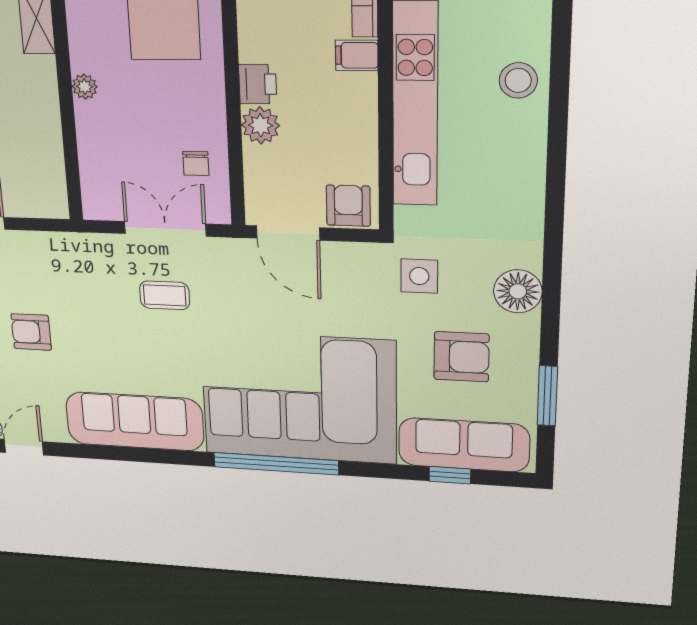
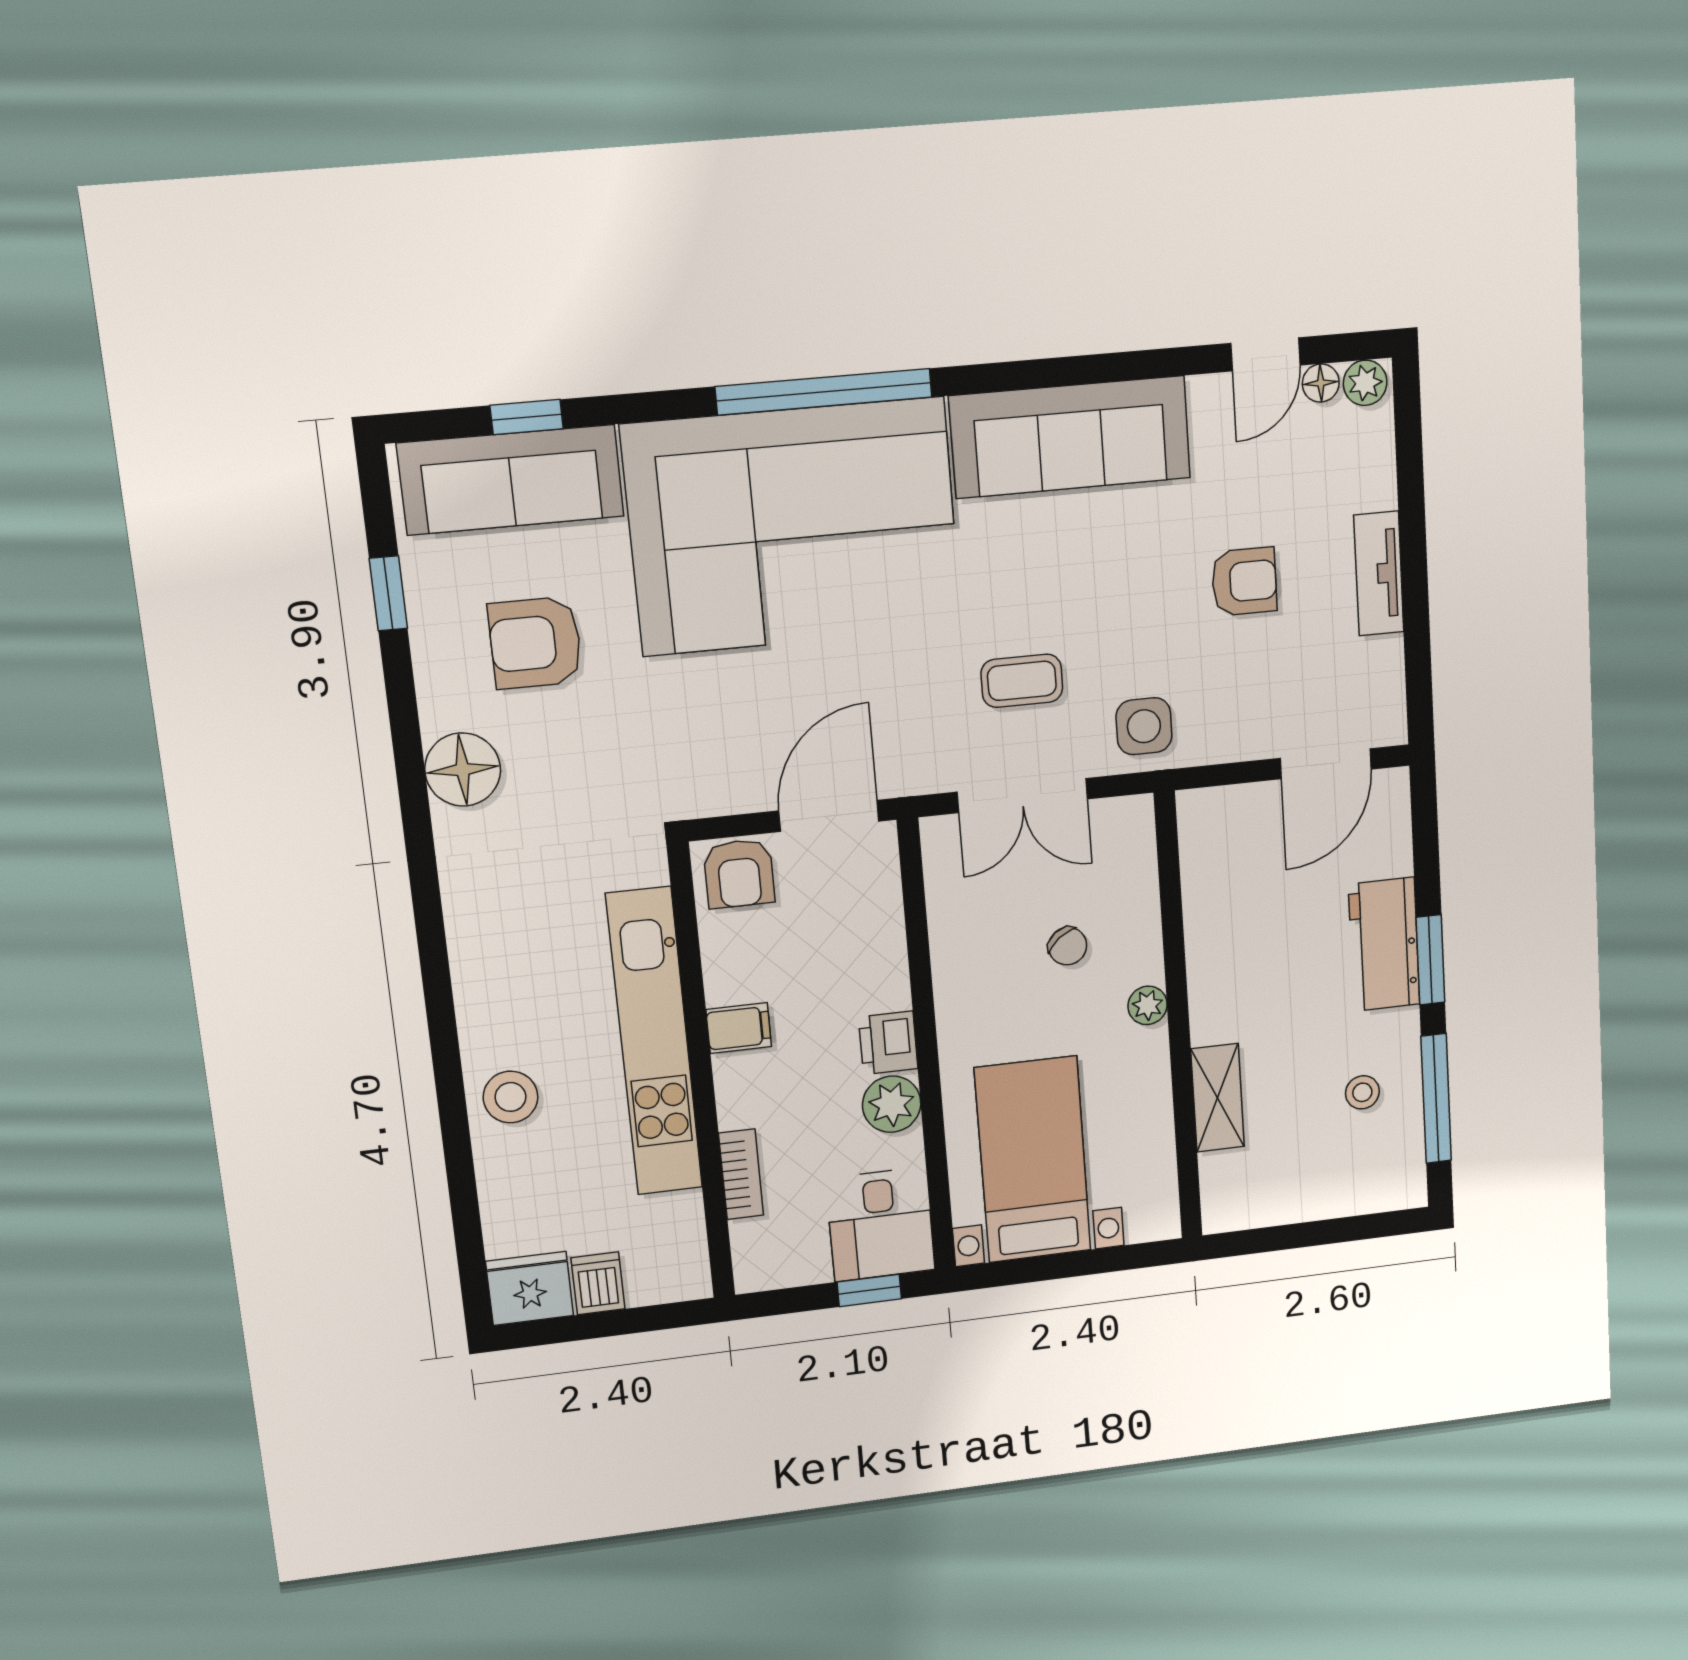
filing cabinet: (357, 55) -> (739, 1028), moved
plant: (260, 125) -> (892, 1104), moved
chair: (196, 163) -> (1068, 946), moved, turned 142
door: (288, 233) -> (829, 816), hinge flipped
side table: (419, 276) -> (1144, 726), moved
window: (547, 396) -> (388, 593), width x0.67

